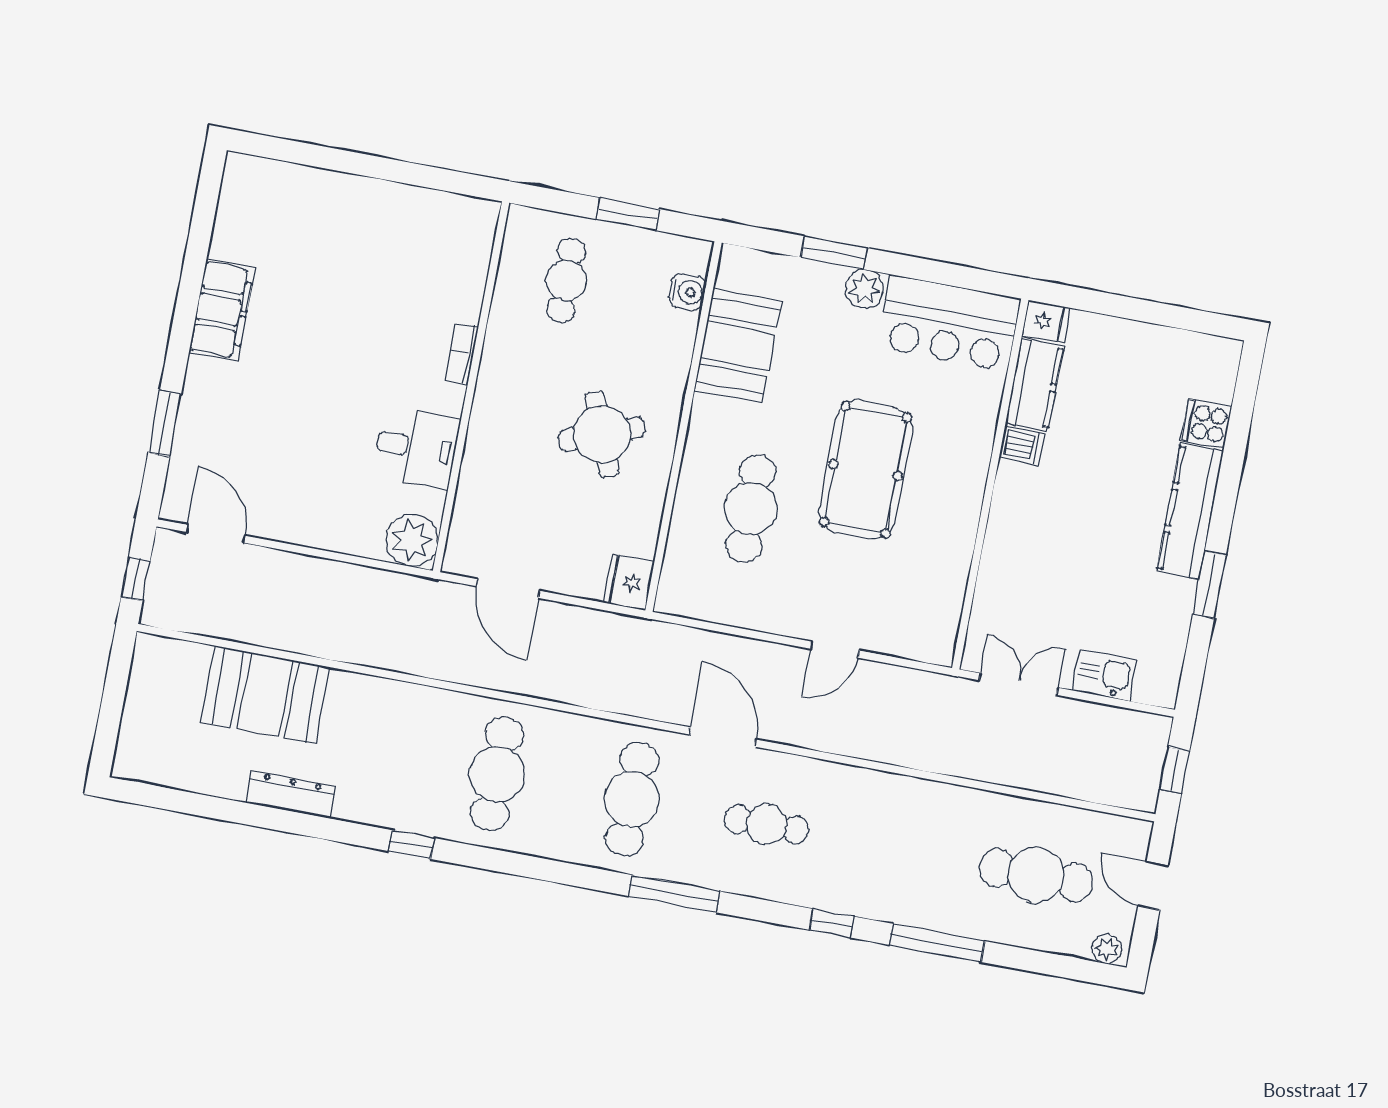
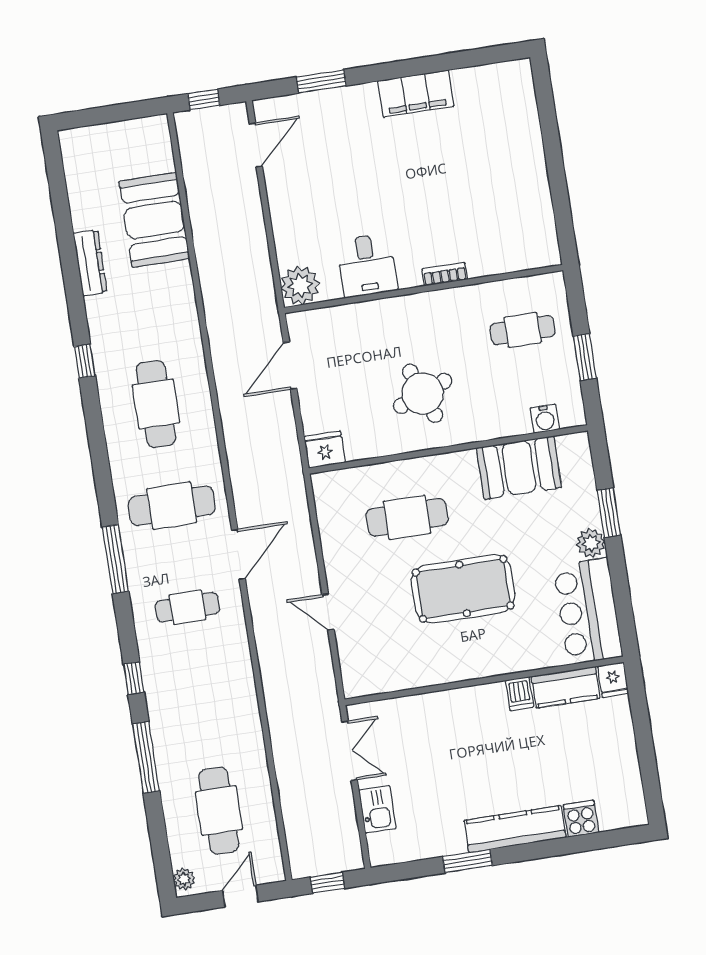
cafe table: (497, 774) -> (156, 404), turned 90
cafe table: (767, 824) -> (187, 607), turned 90

